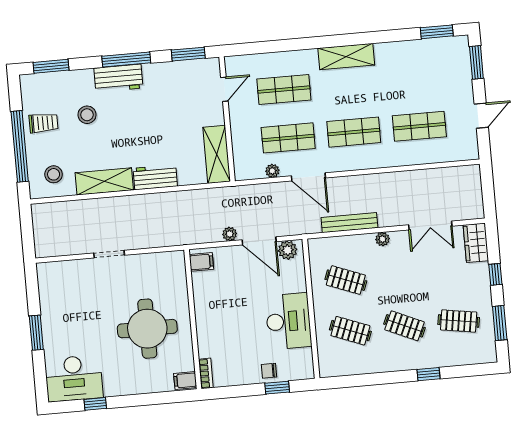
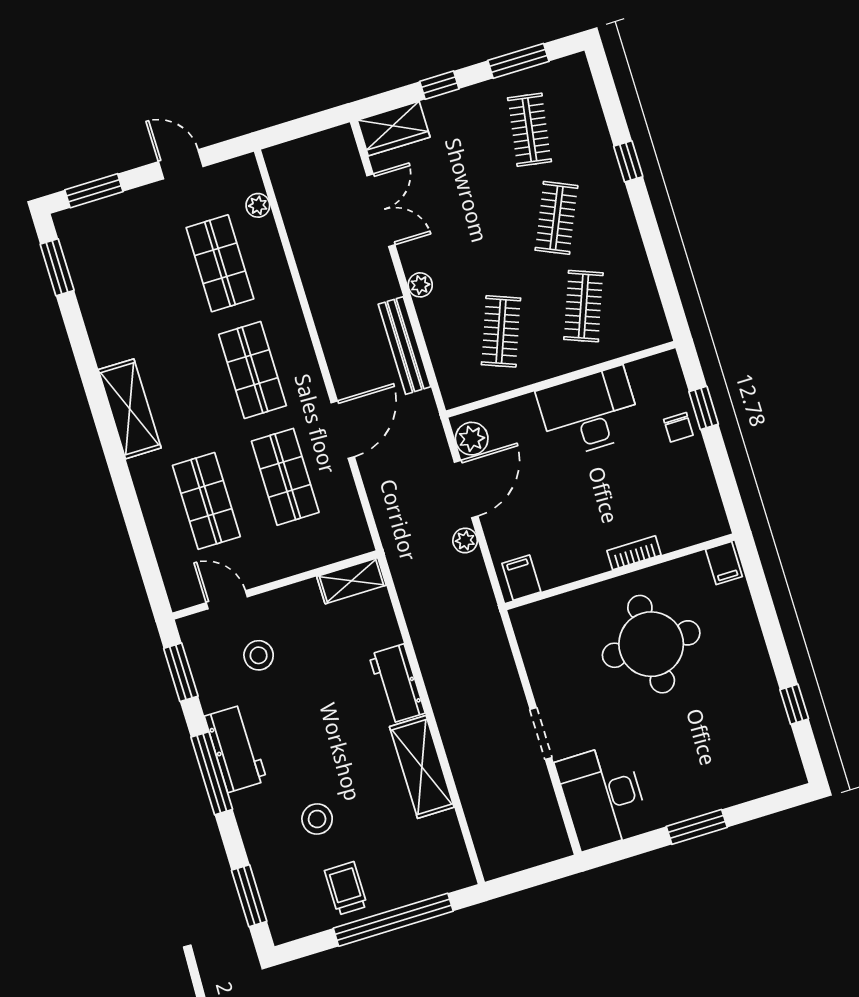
workbench: (118, 78) -> (236, 749), moved
shelving: (217, 154) -> (352, 581), width x0.67, depth x0.75
plant: (272, 171) -> (258, 205), moved
stool: (54, 174) -> (259, 655), moved
bookcase: (206, 373) -> (634, 553), moved
desk: (74, 378) -> (603, 797), moved, turned 180

